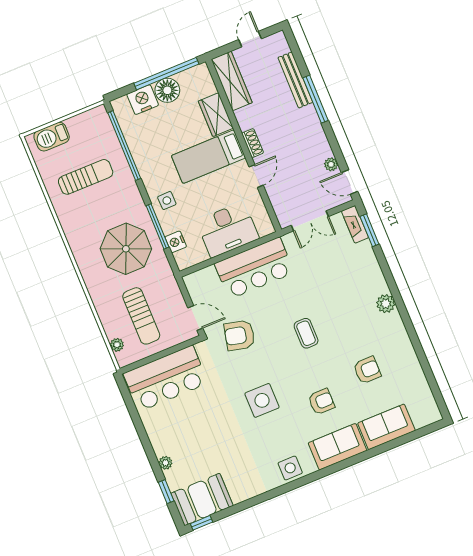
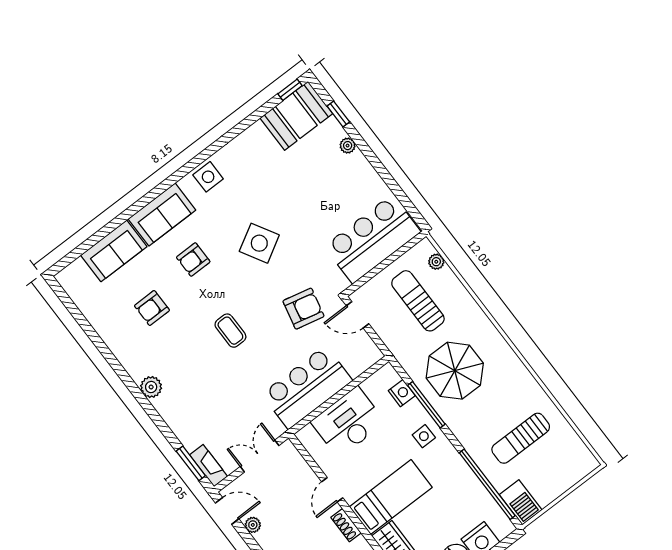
barbecue: (52, 137) -> (521, 502), moved, turned 90
side table: (262, 400) -> (259, 243), turned -30

